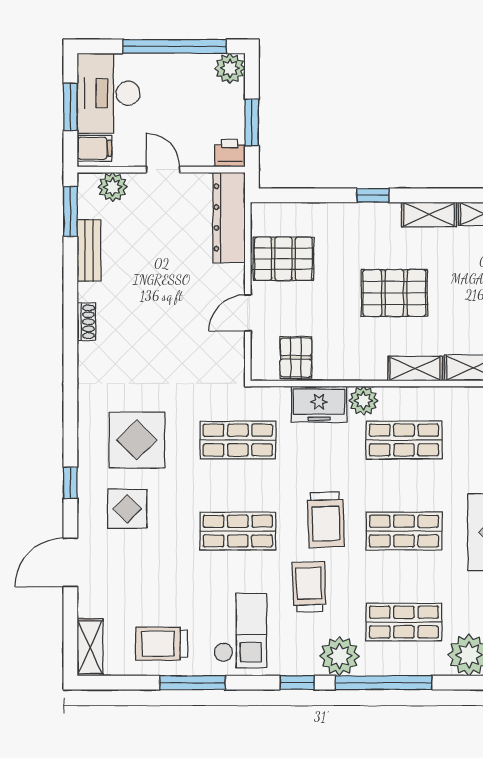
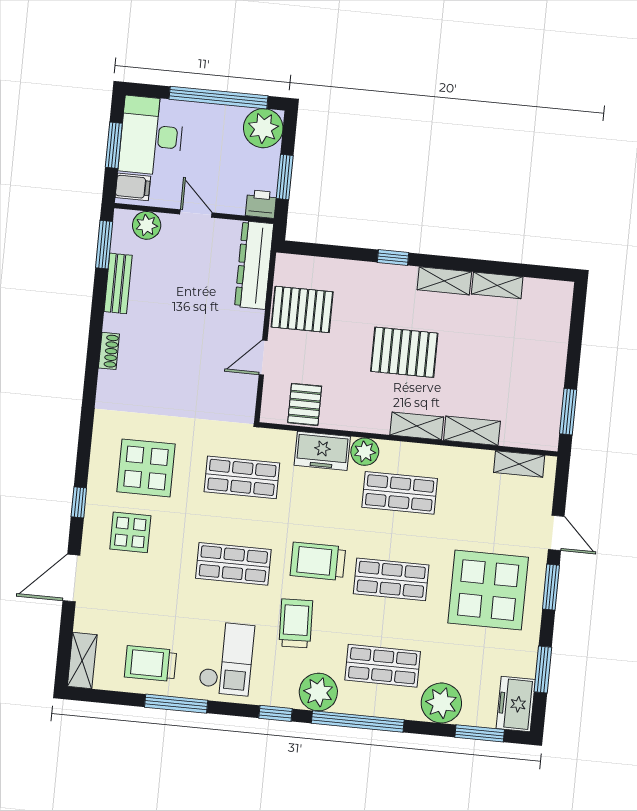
plant: (230, 68) -> (263, 128), width x1.36, depth x1.36
trolley: (326, 520) -> (318, 561), turned 92

